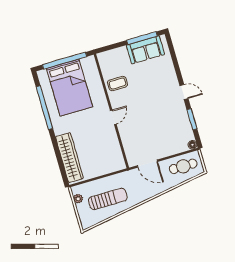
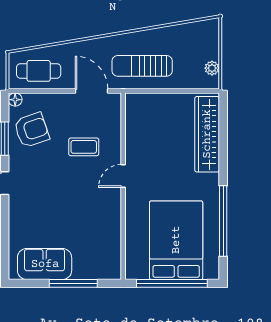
window: (142, 38) -> (73, 283), moved
coffee table: (118, 84) -> (84, 147), moved
armchair: (177, 129) -> (32, 130), added
sun lounger: (108, 199) -> (142, 66), moved

